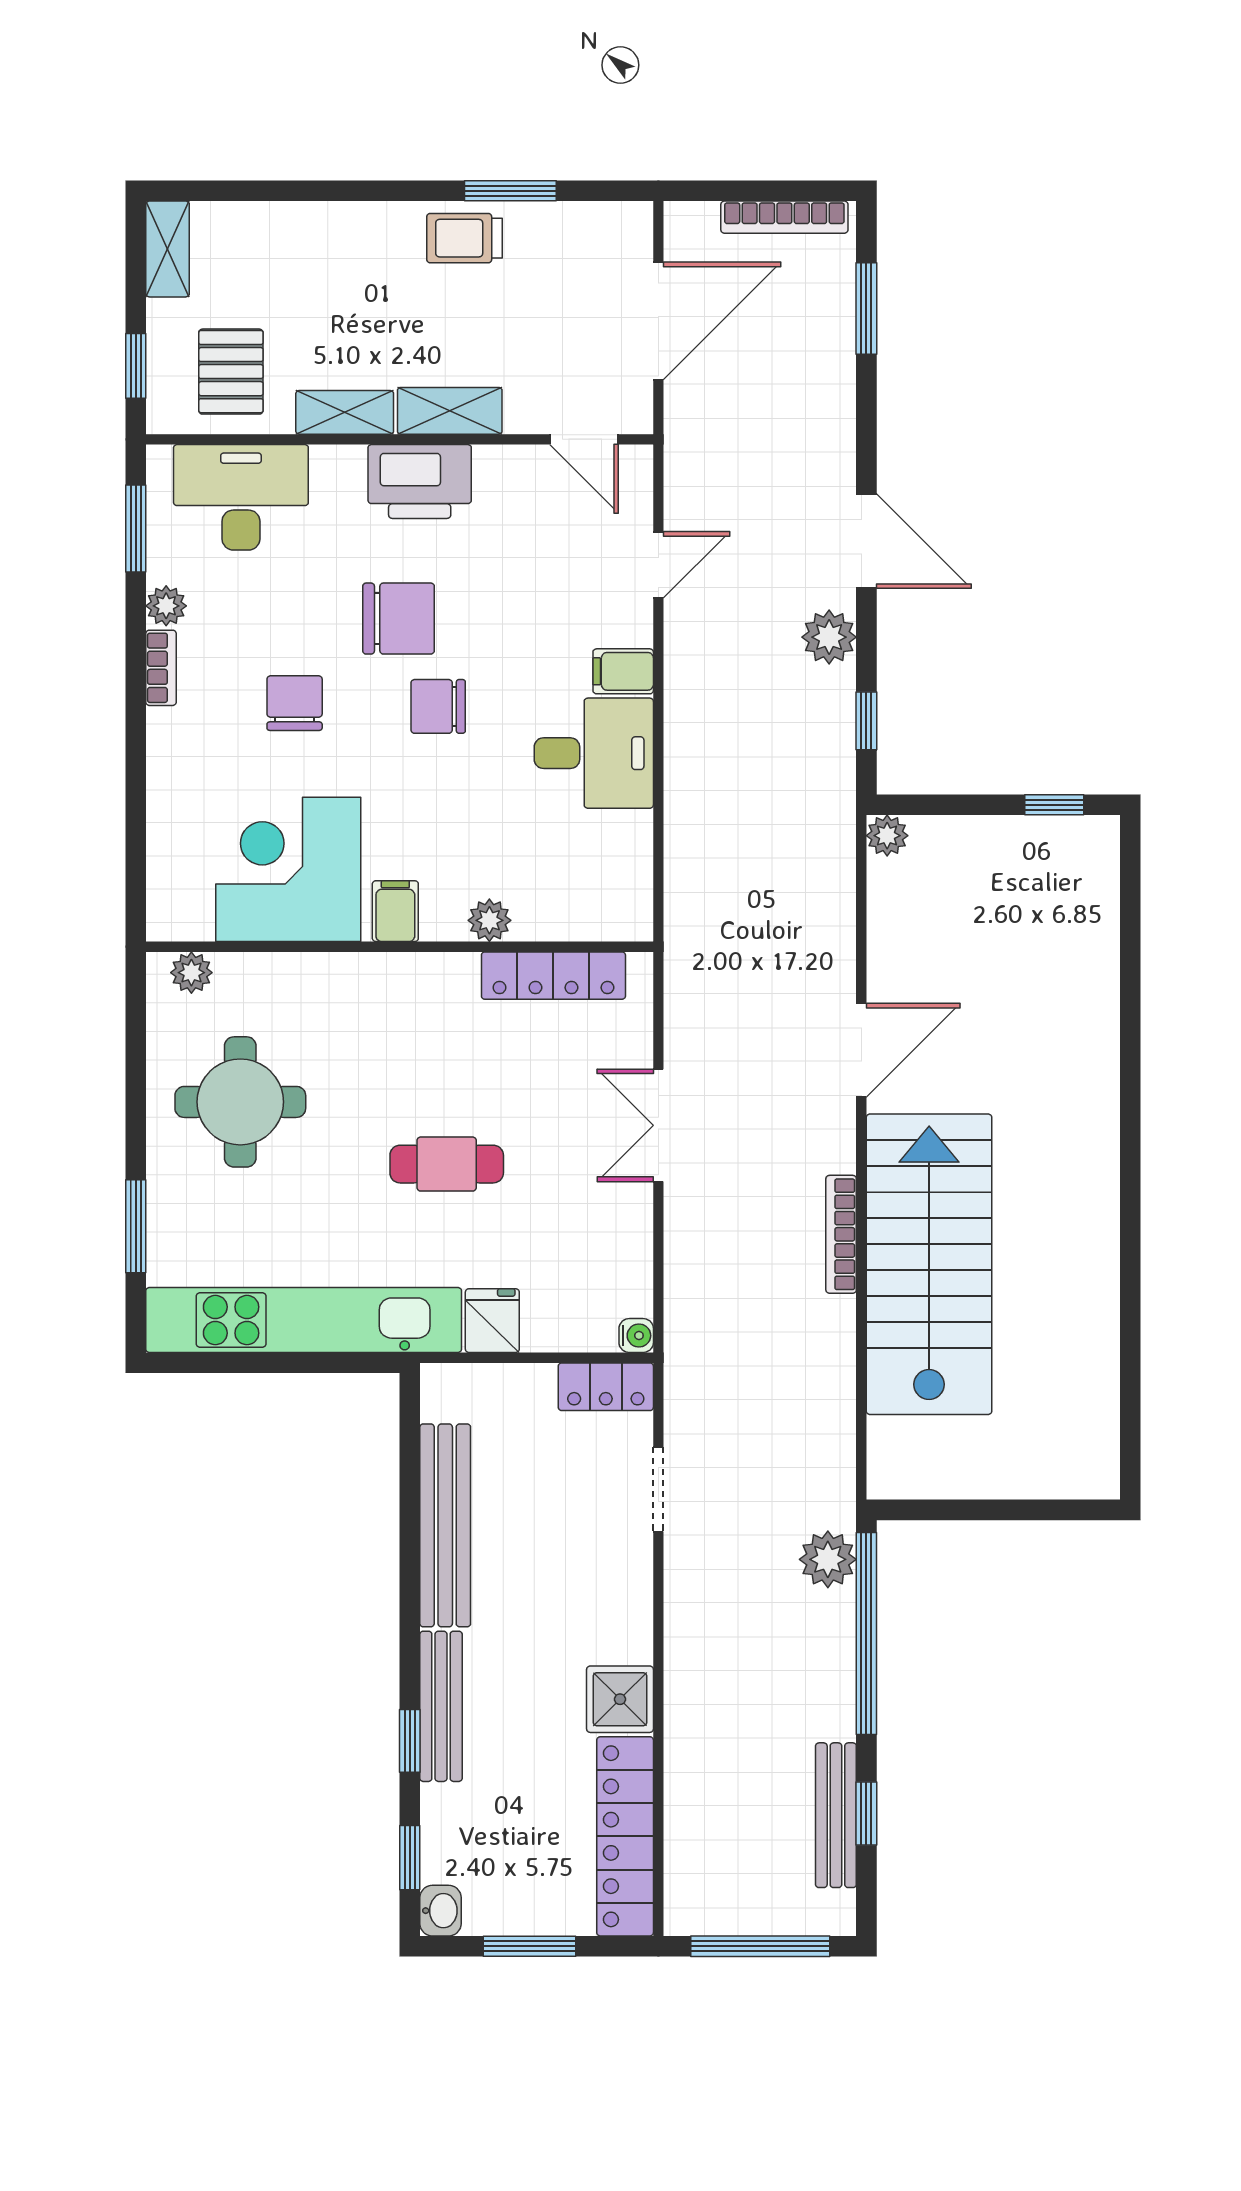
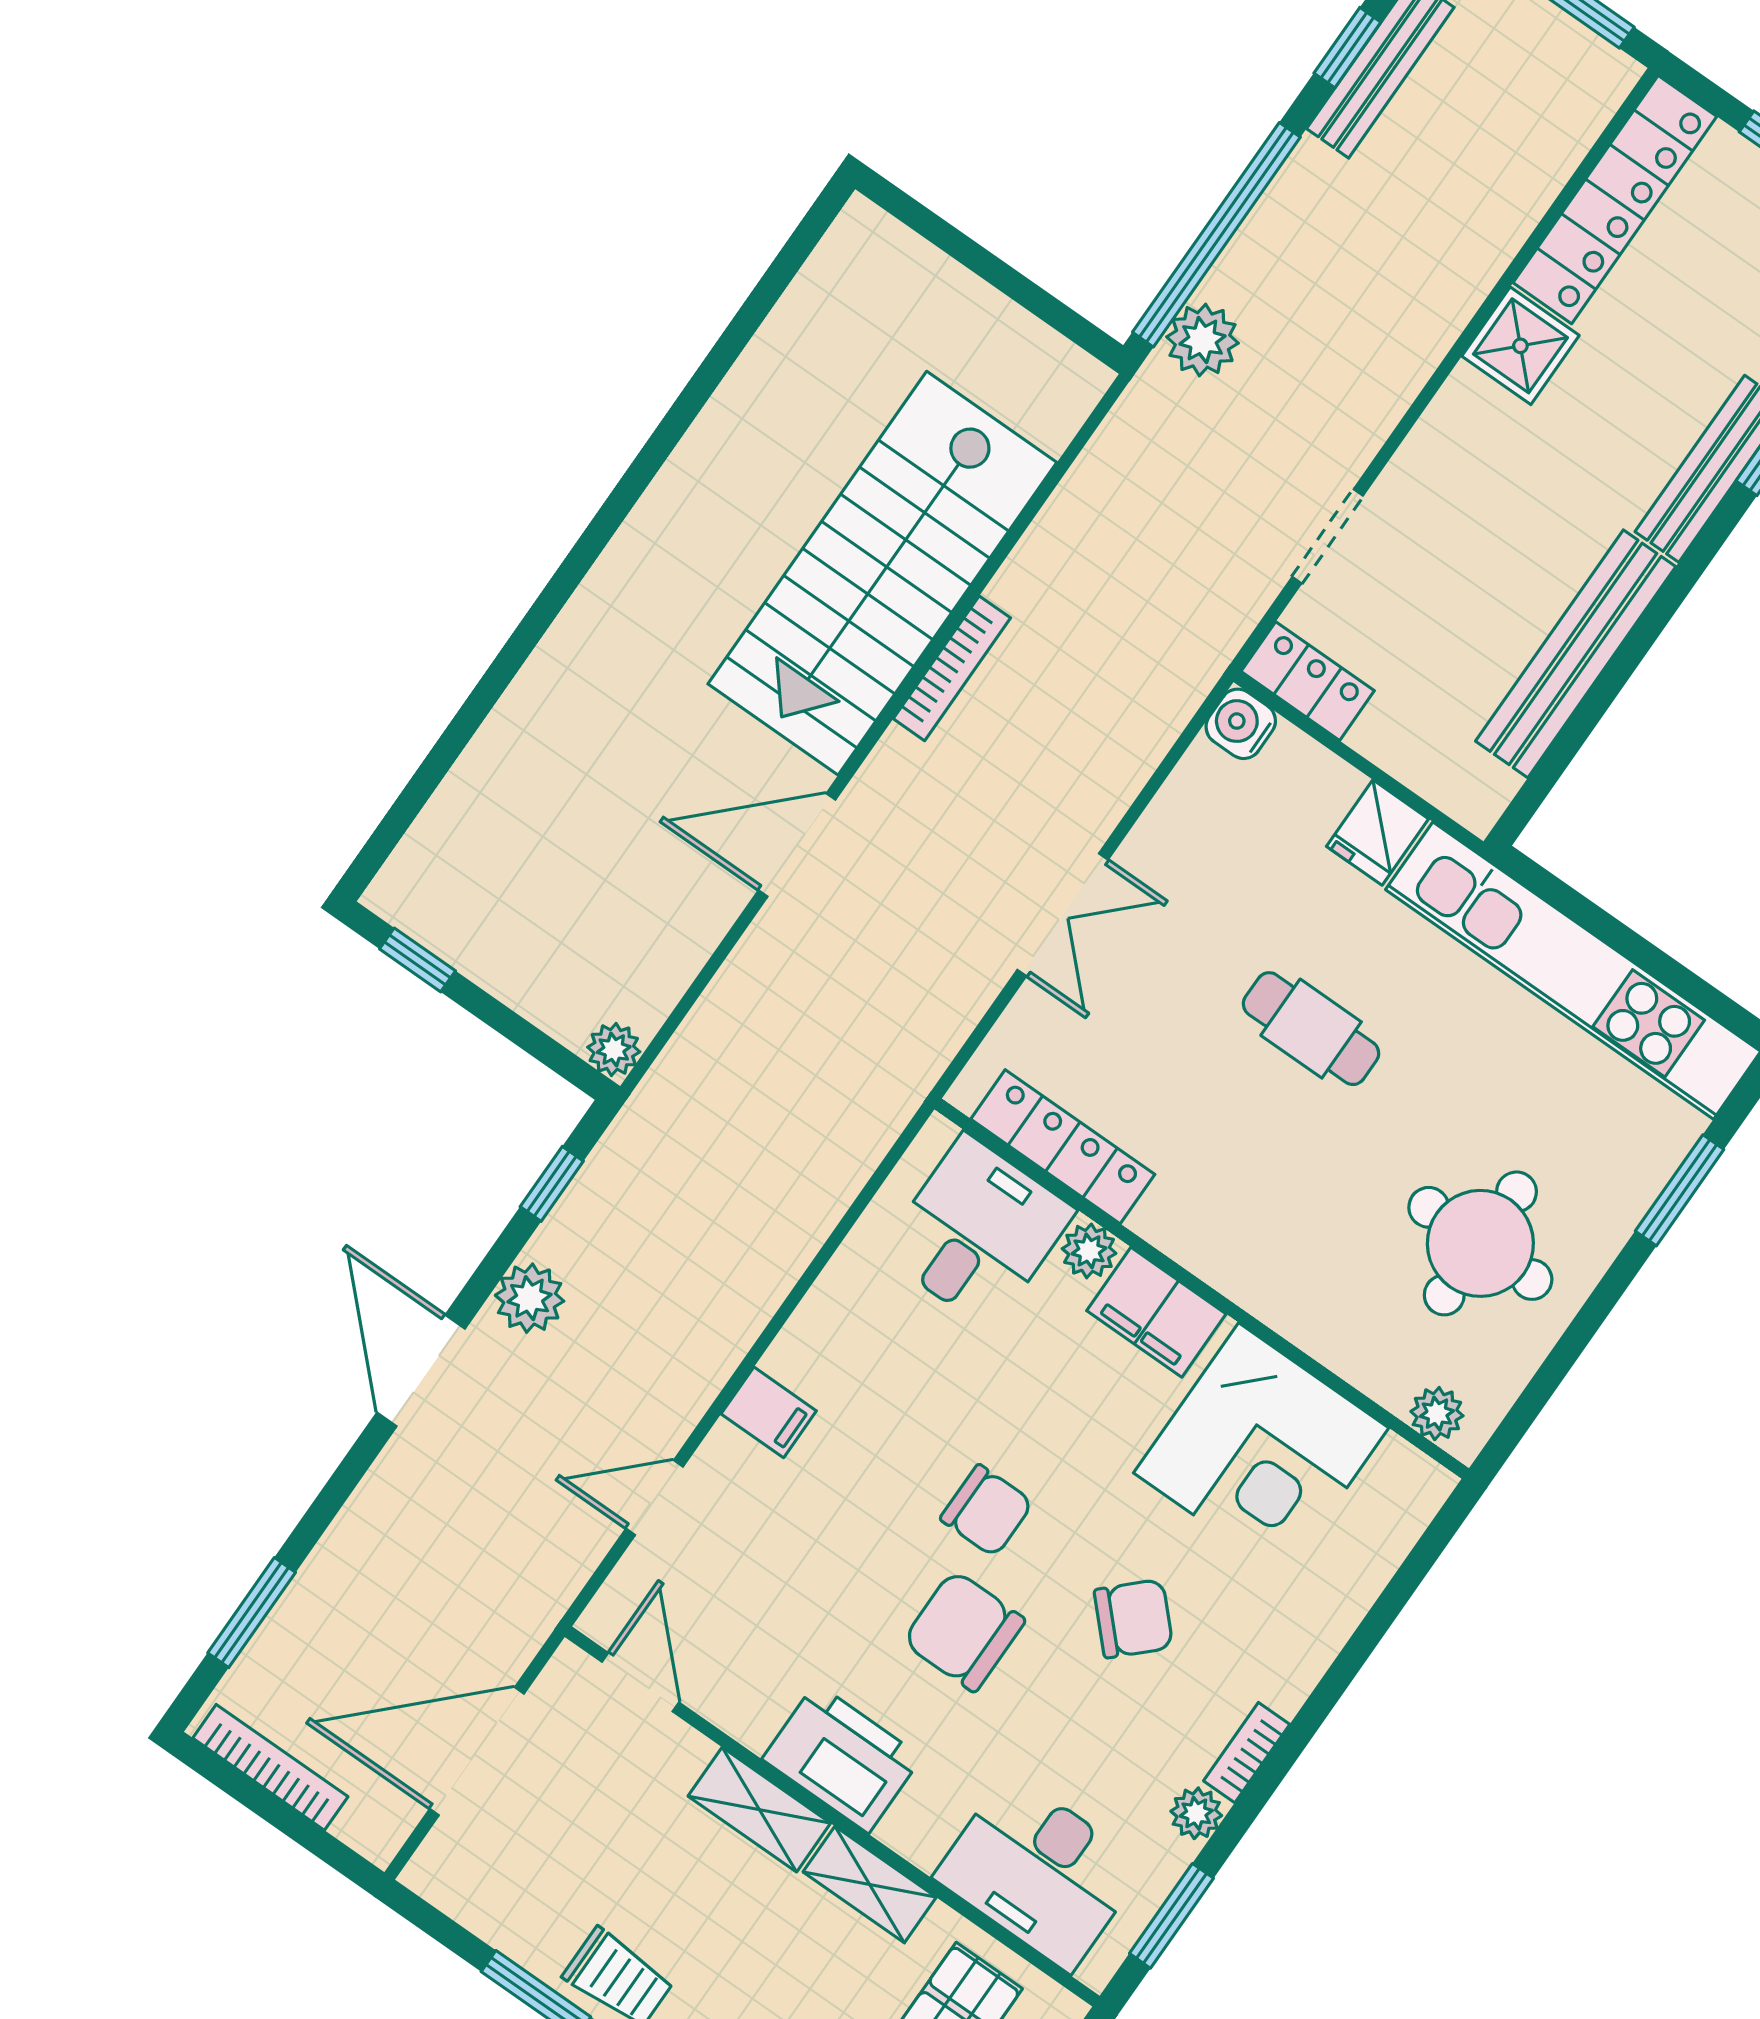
chair: (295, 703) -> (1134, 1619), turned -134
desk: (594, 753) -> (977, 1232), moved, turned 90
filing cabinet: (395, 911) -> (1156, 1312), width x2.00
water cooler: (636, 1336) -> (1241, 724), width x1.38, depth x1.38

